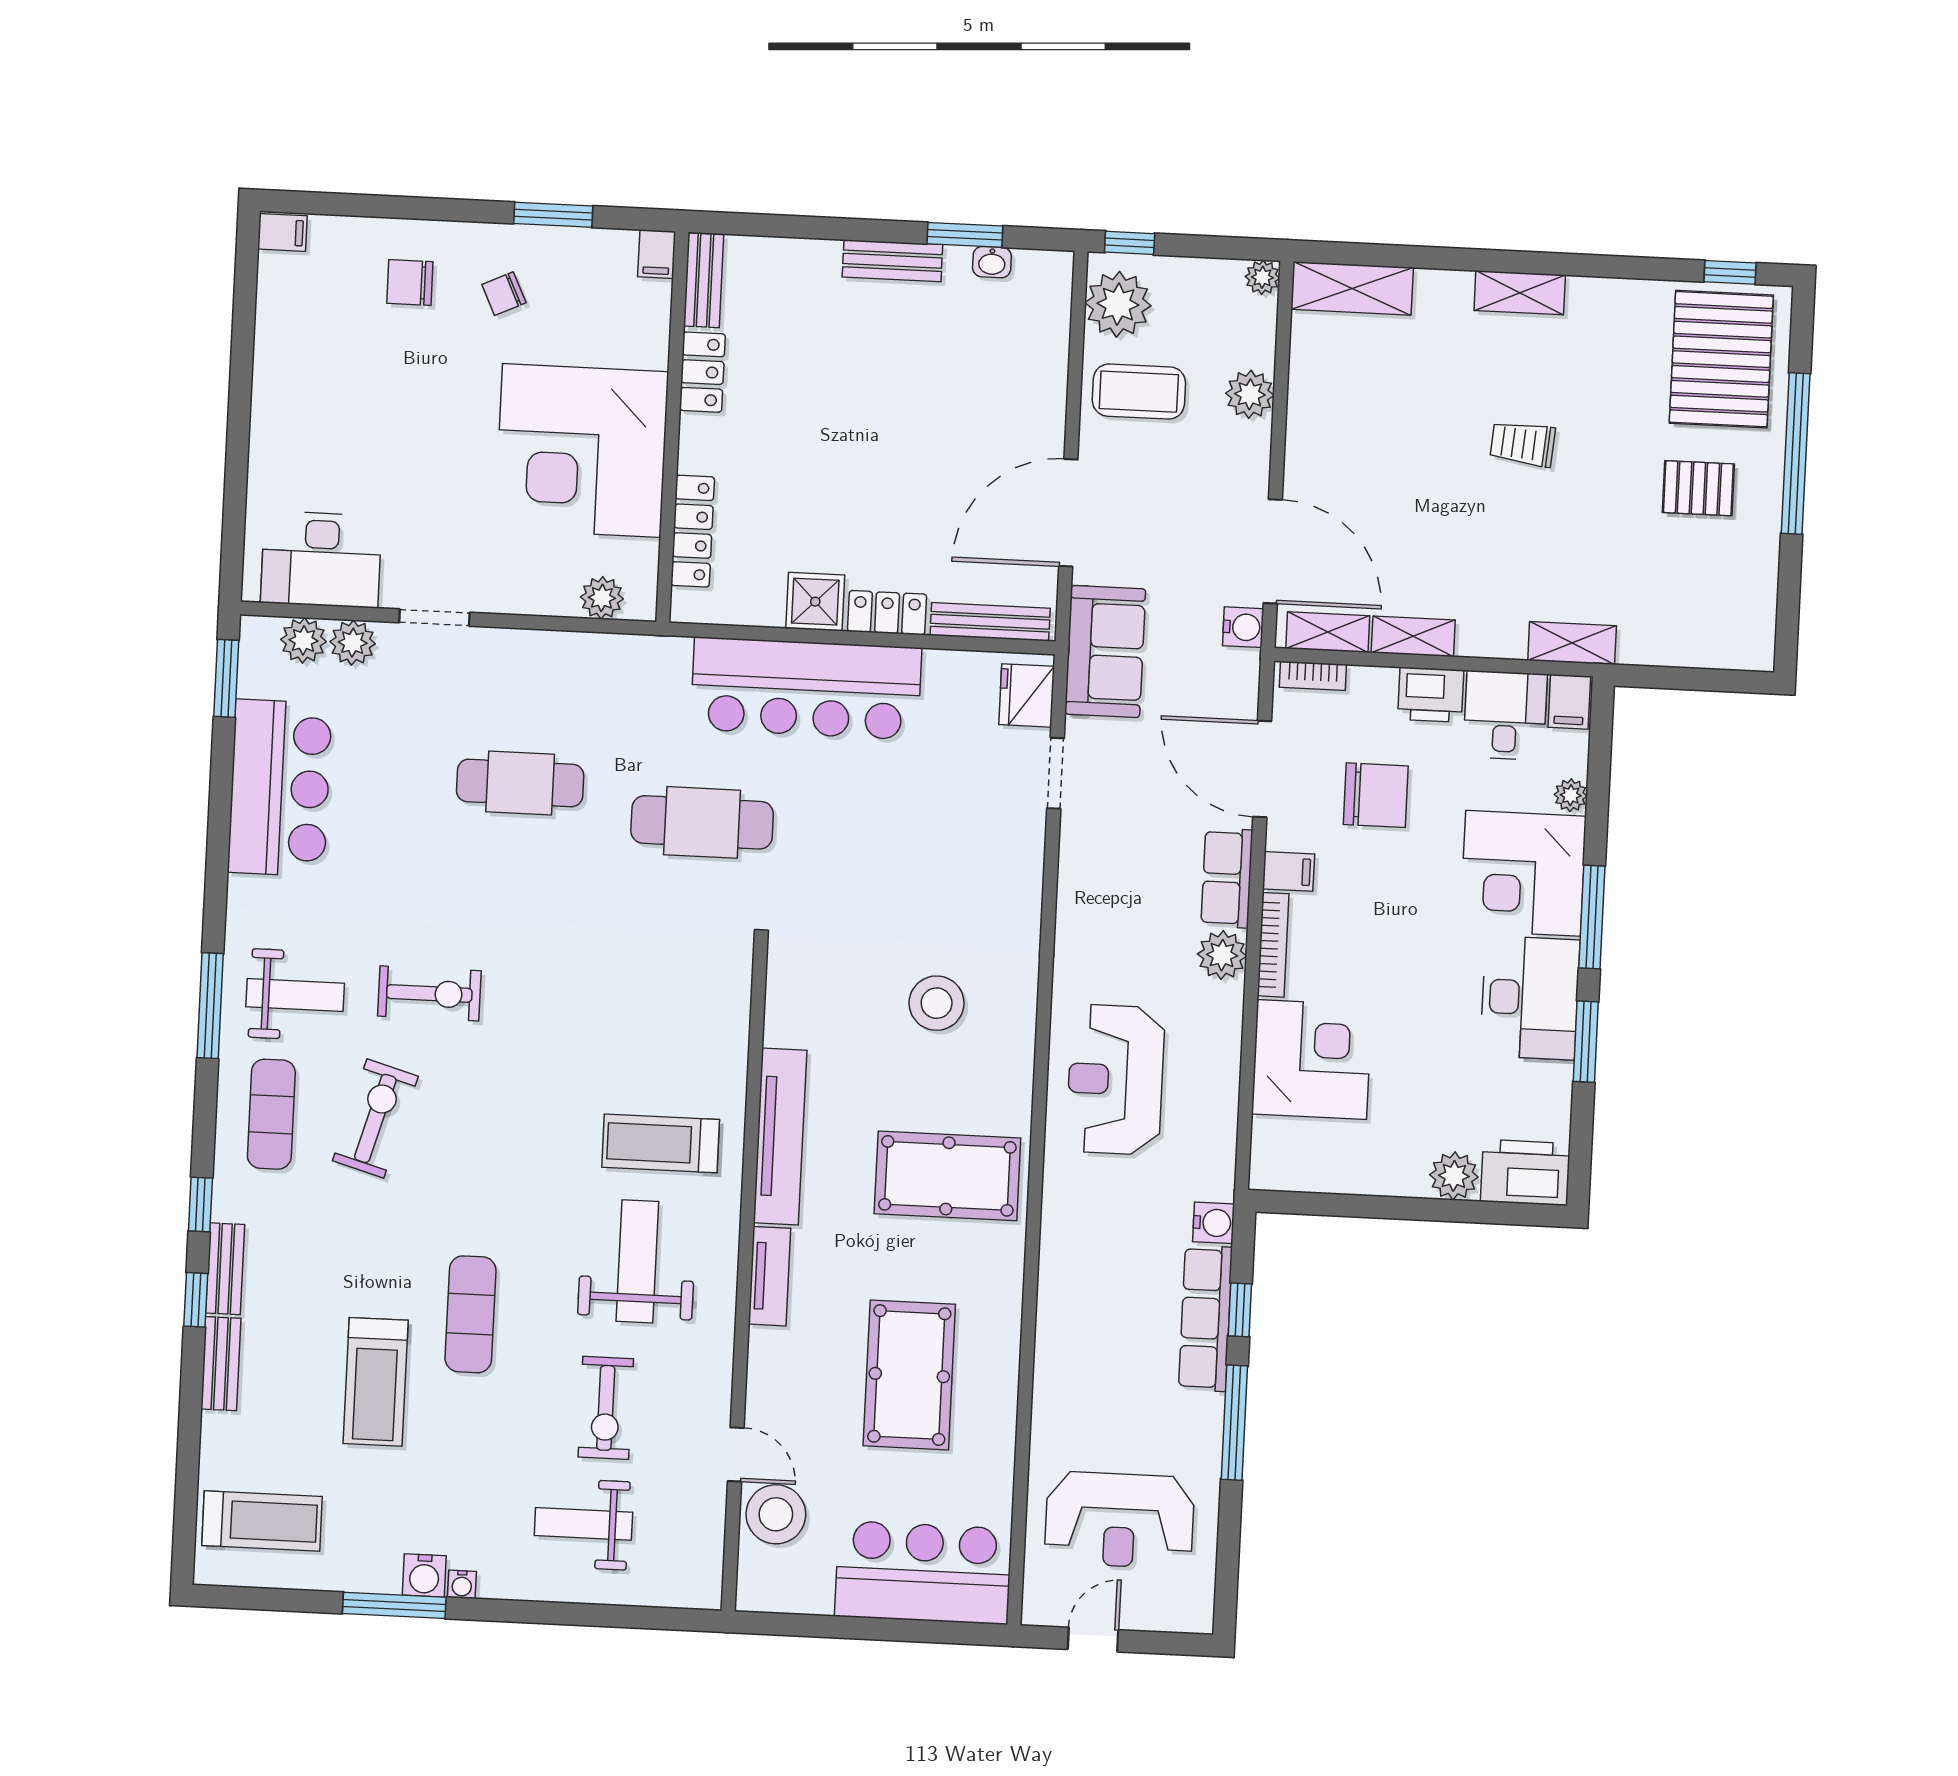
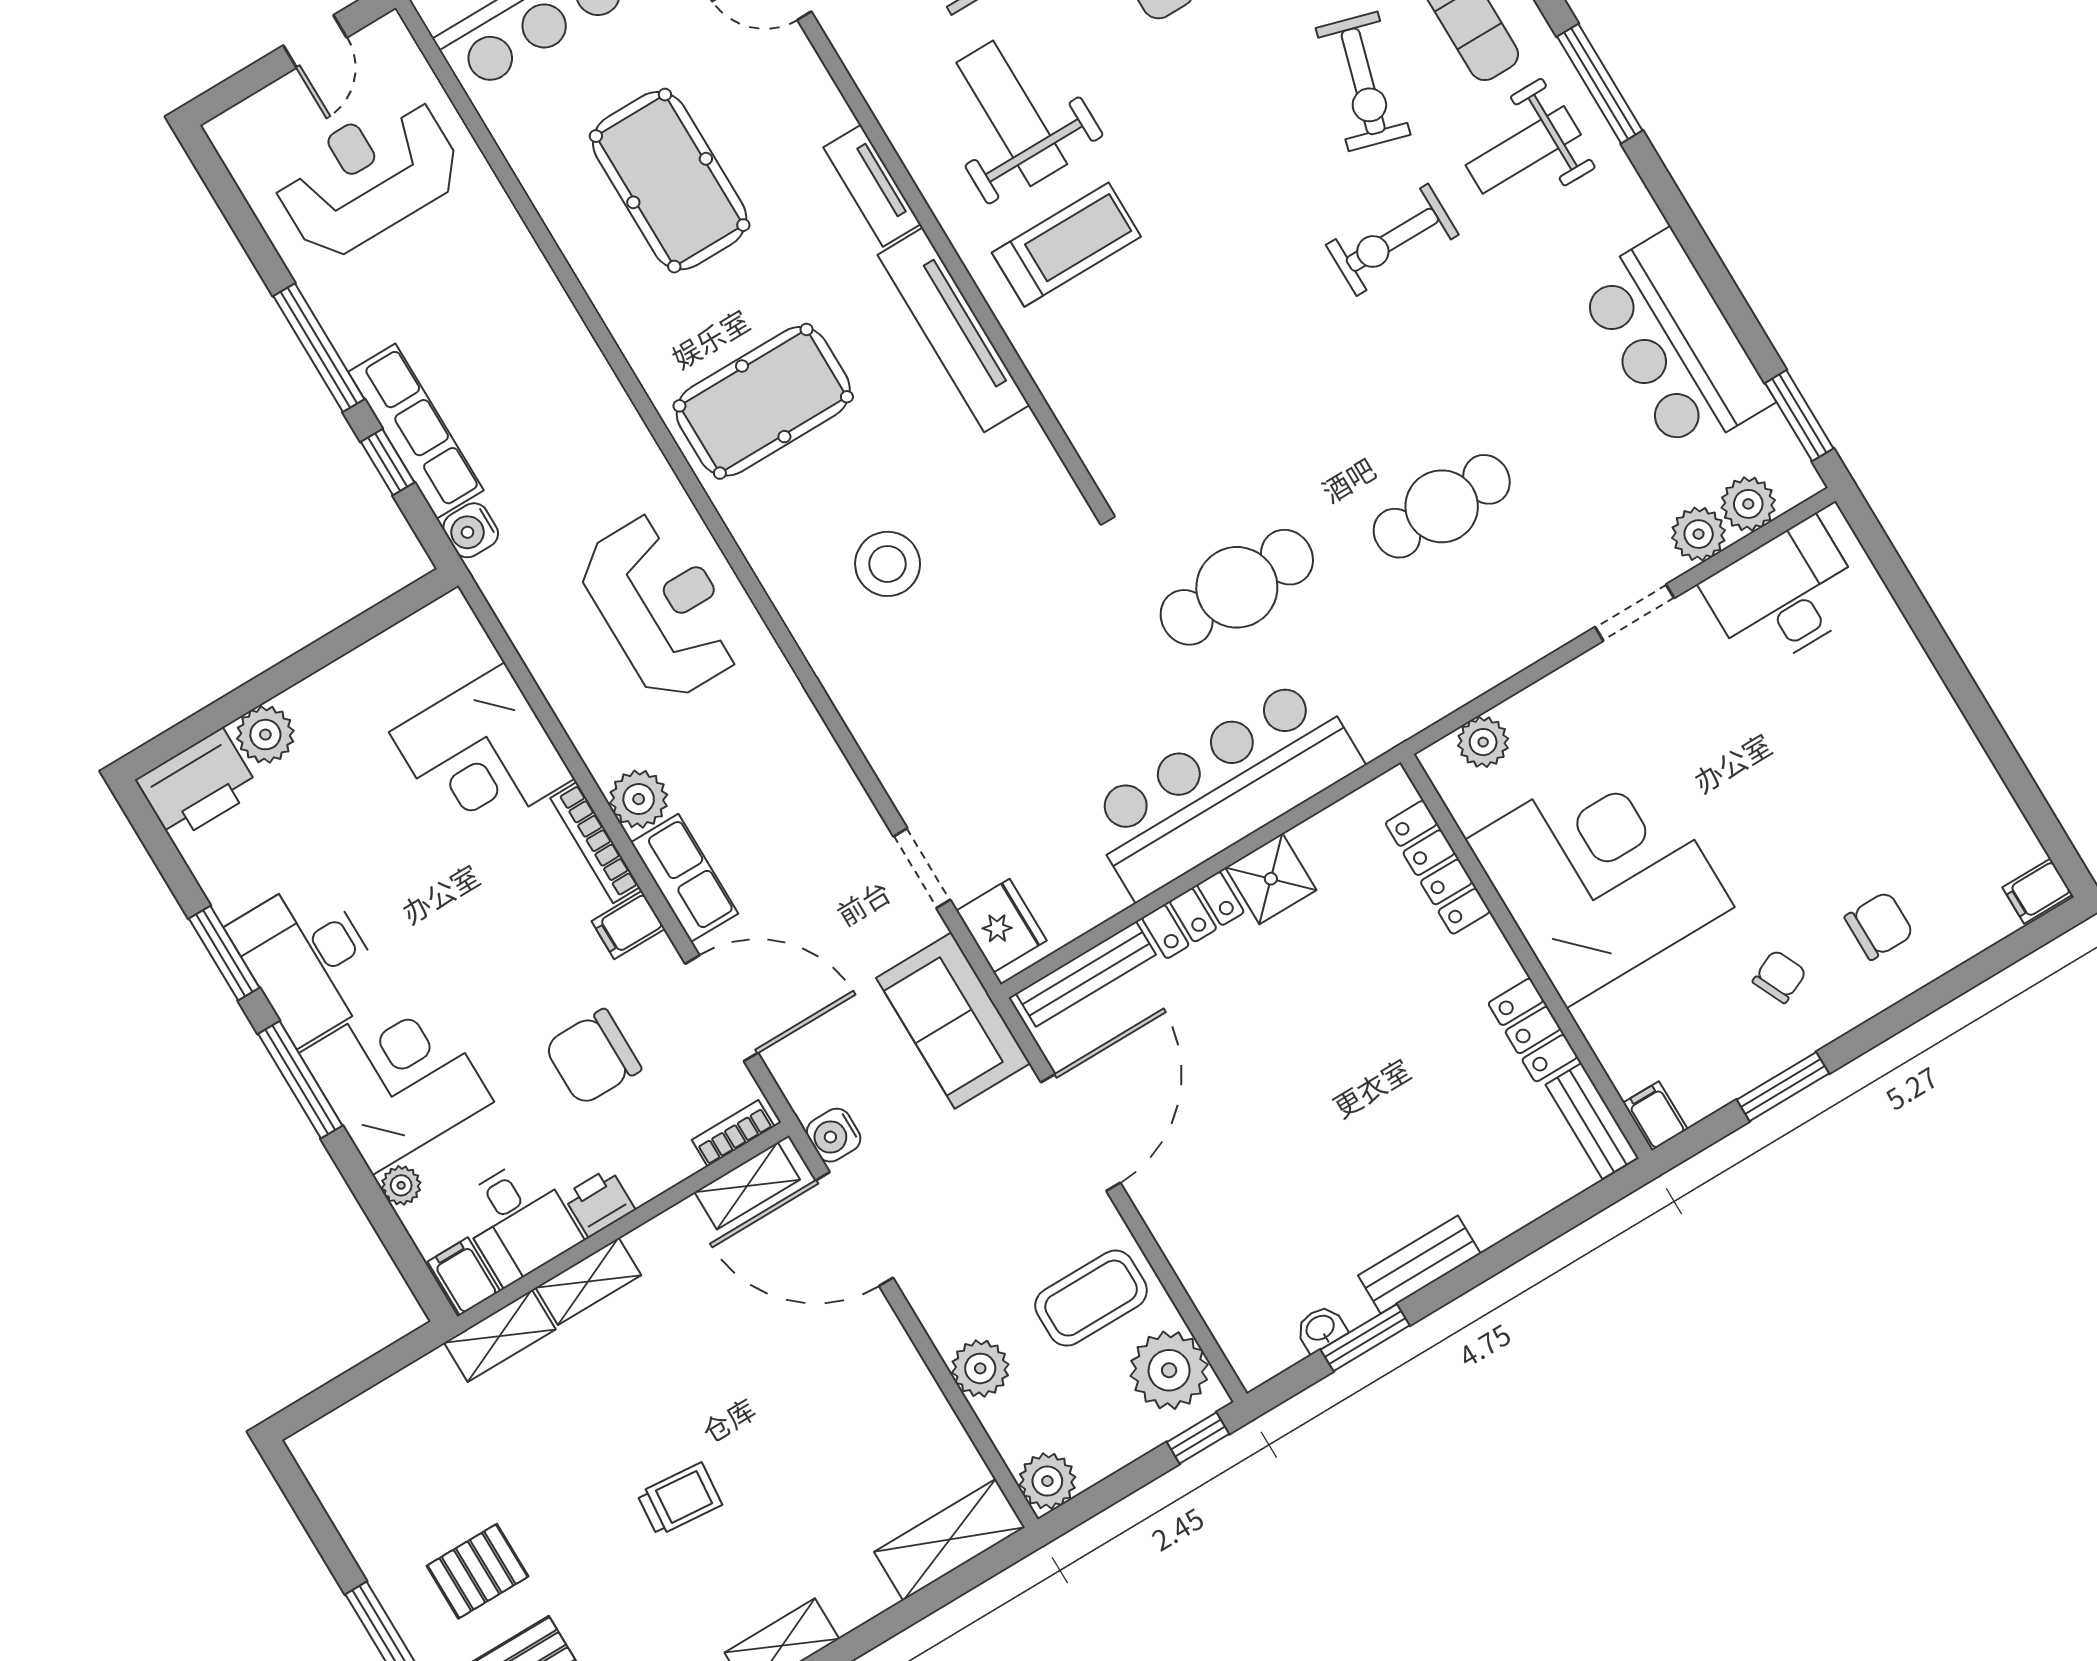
plant: (1262, 277) -> (1047, 1481), width x1.38, depth x1.38
shelving: (1413, 636) -> (588, 1281), moved
printer: (1431, 695) -> (599, 1202), width x0.73, depth x0.81
weight bench: (637, 1261) -> (1012, 113), turned 180

